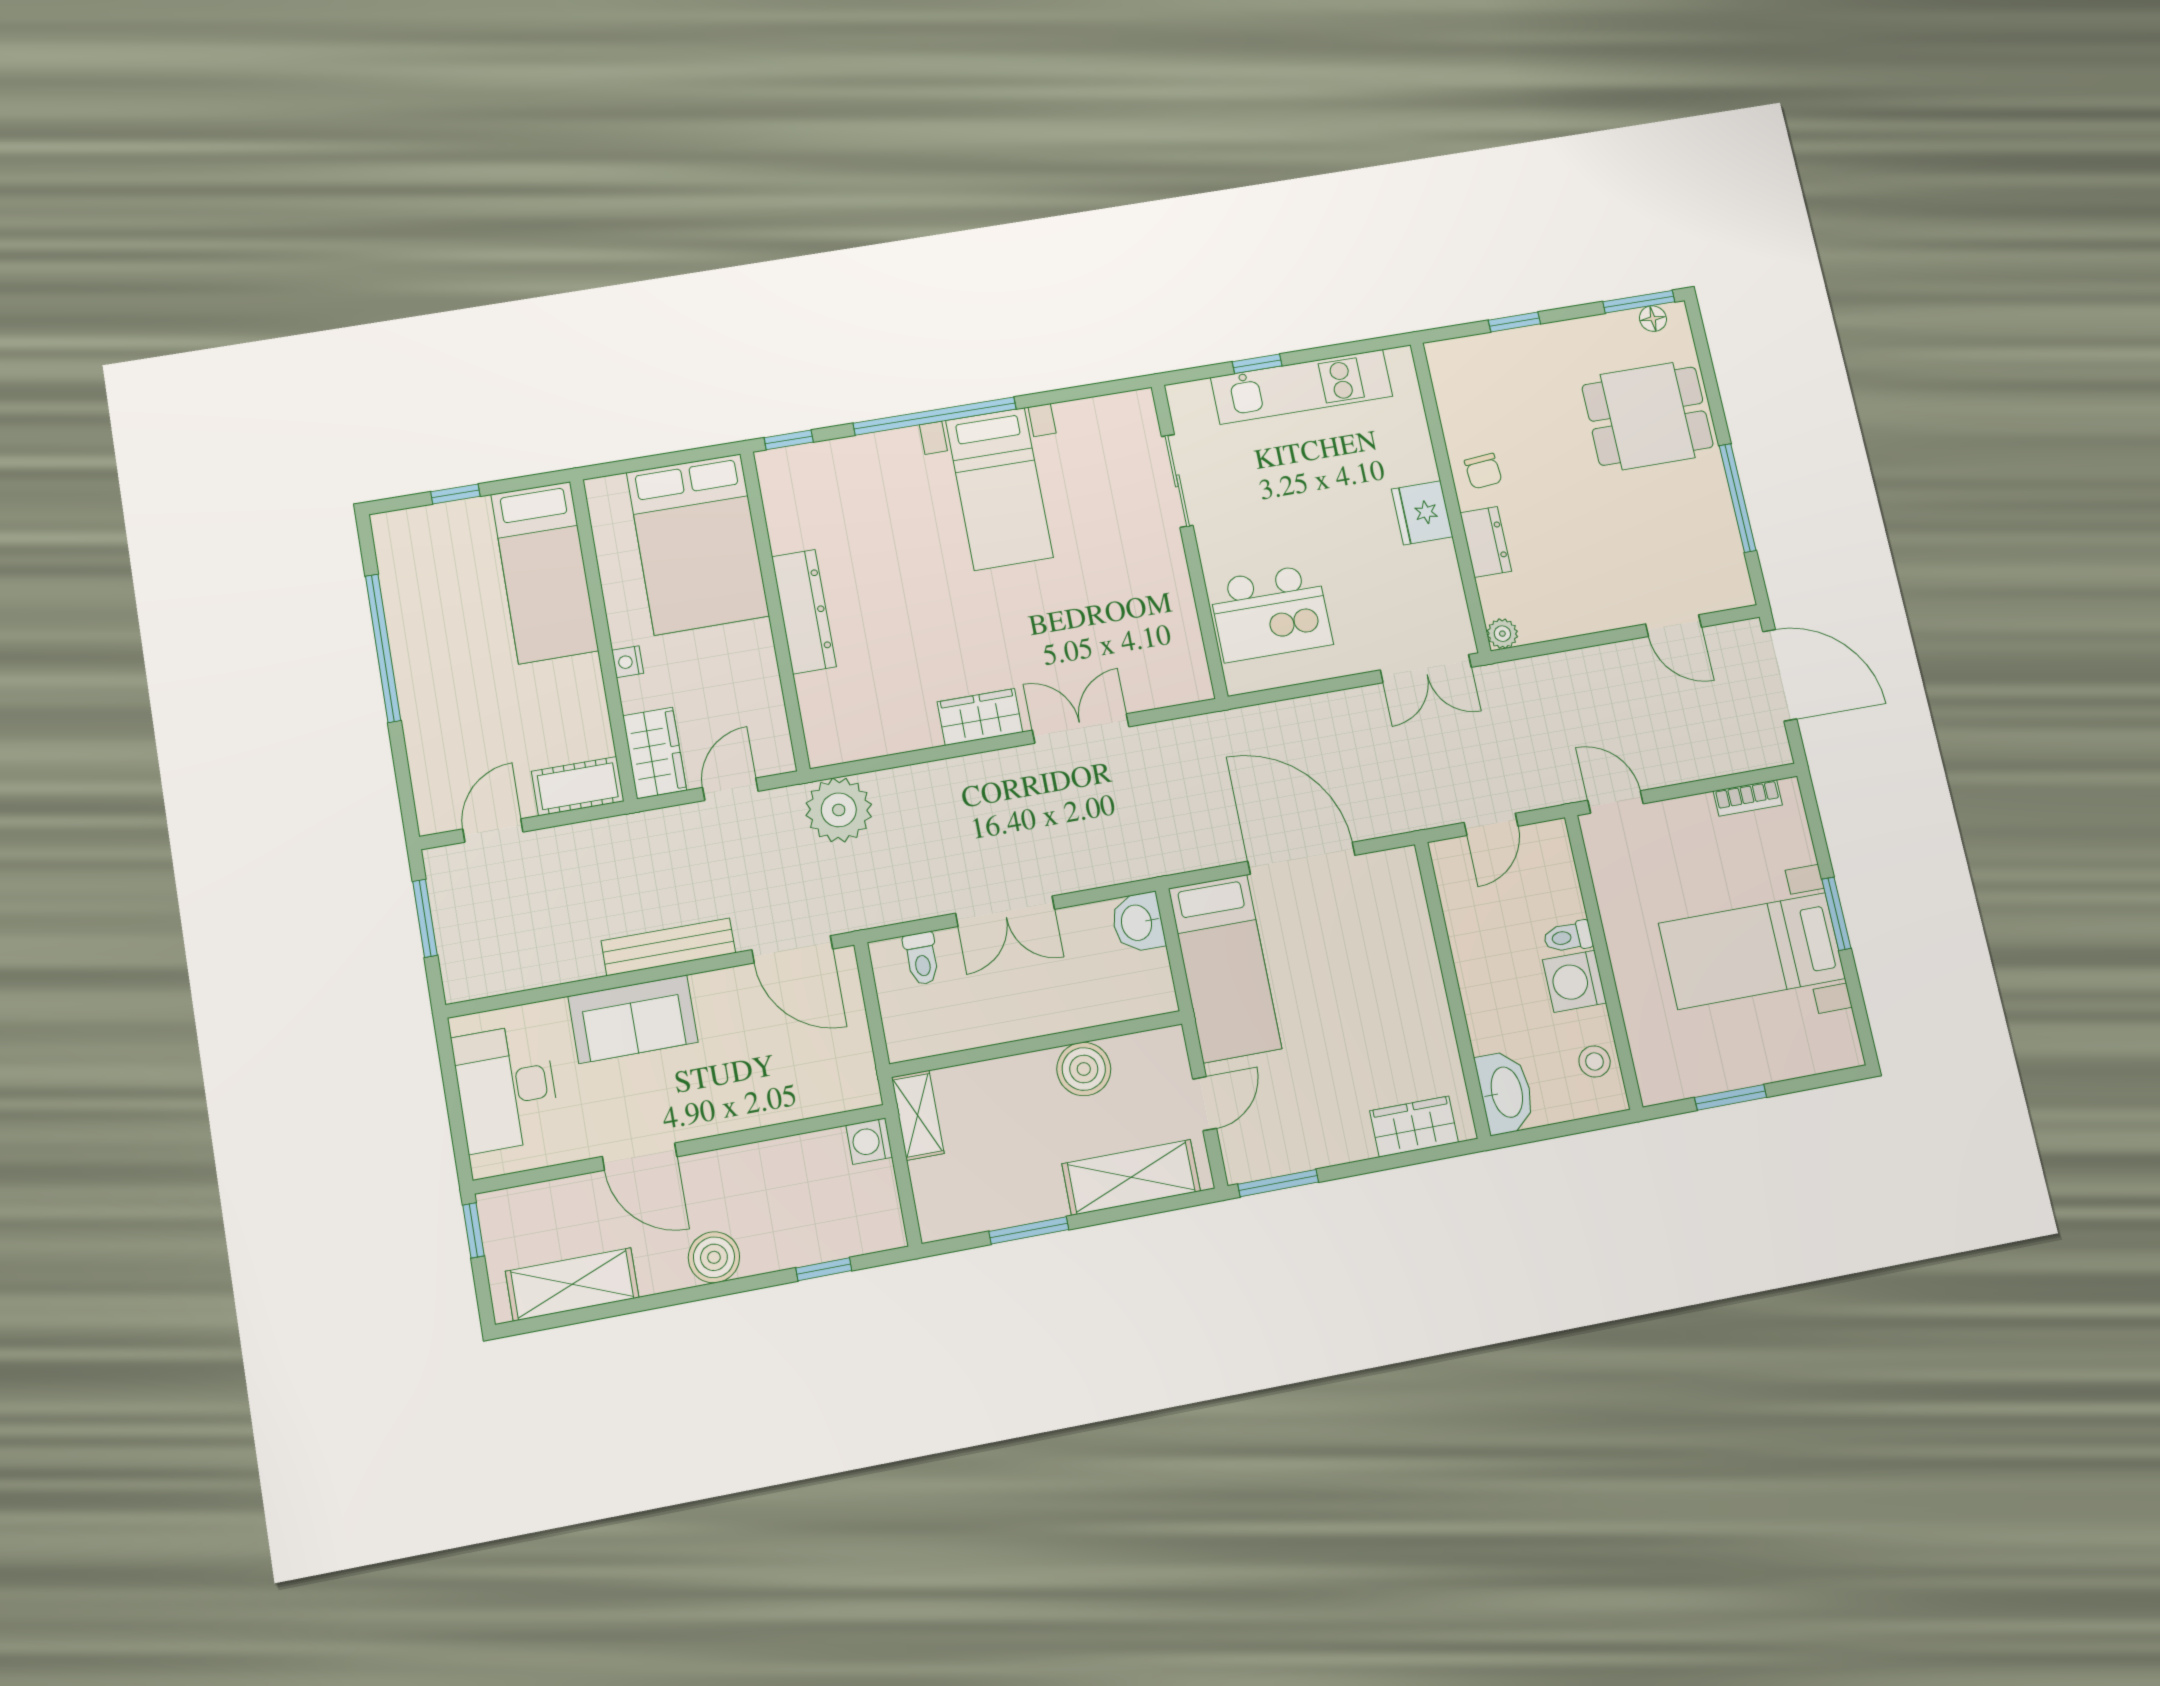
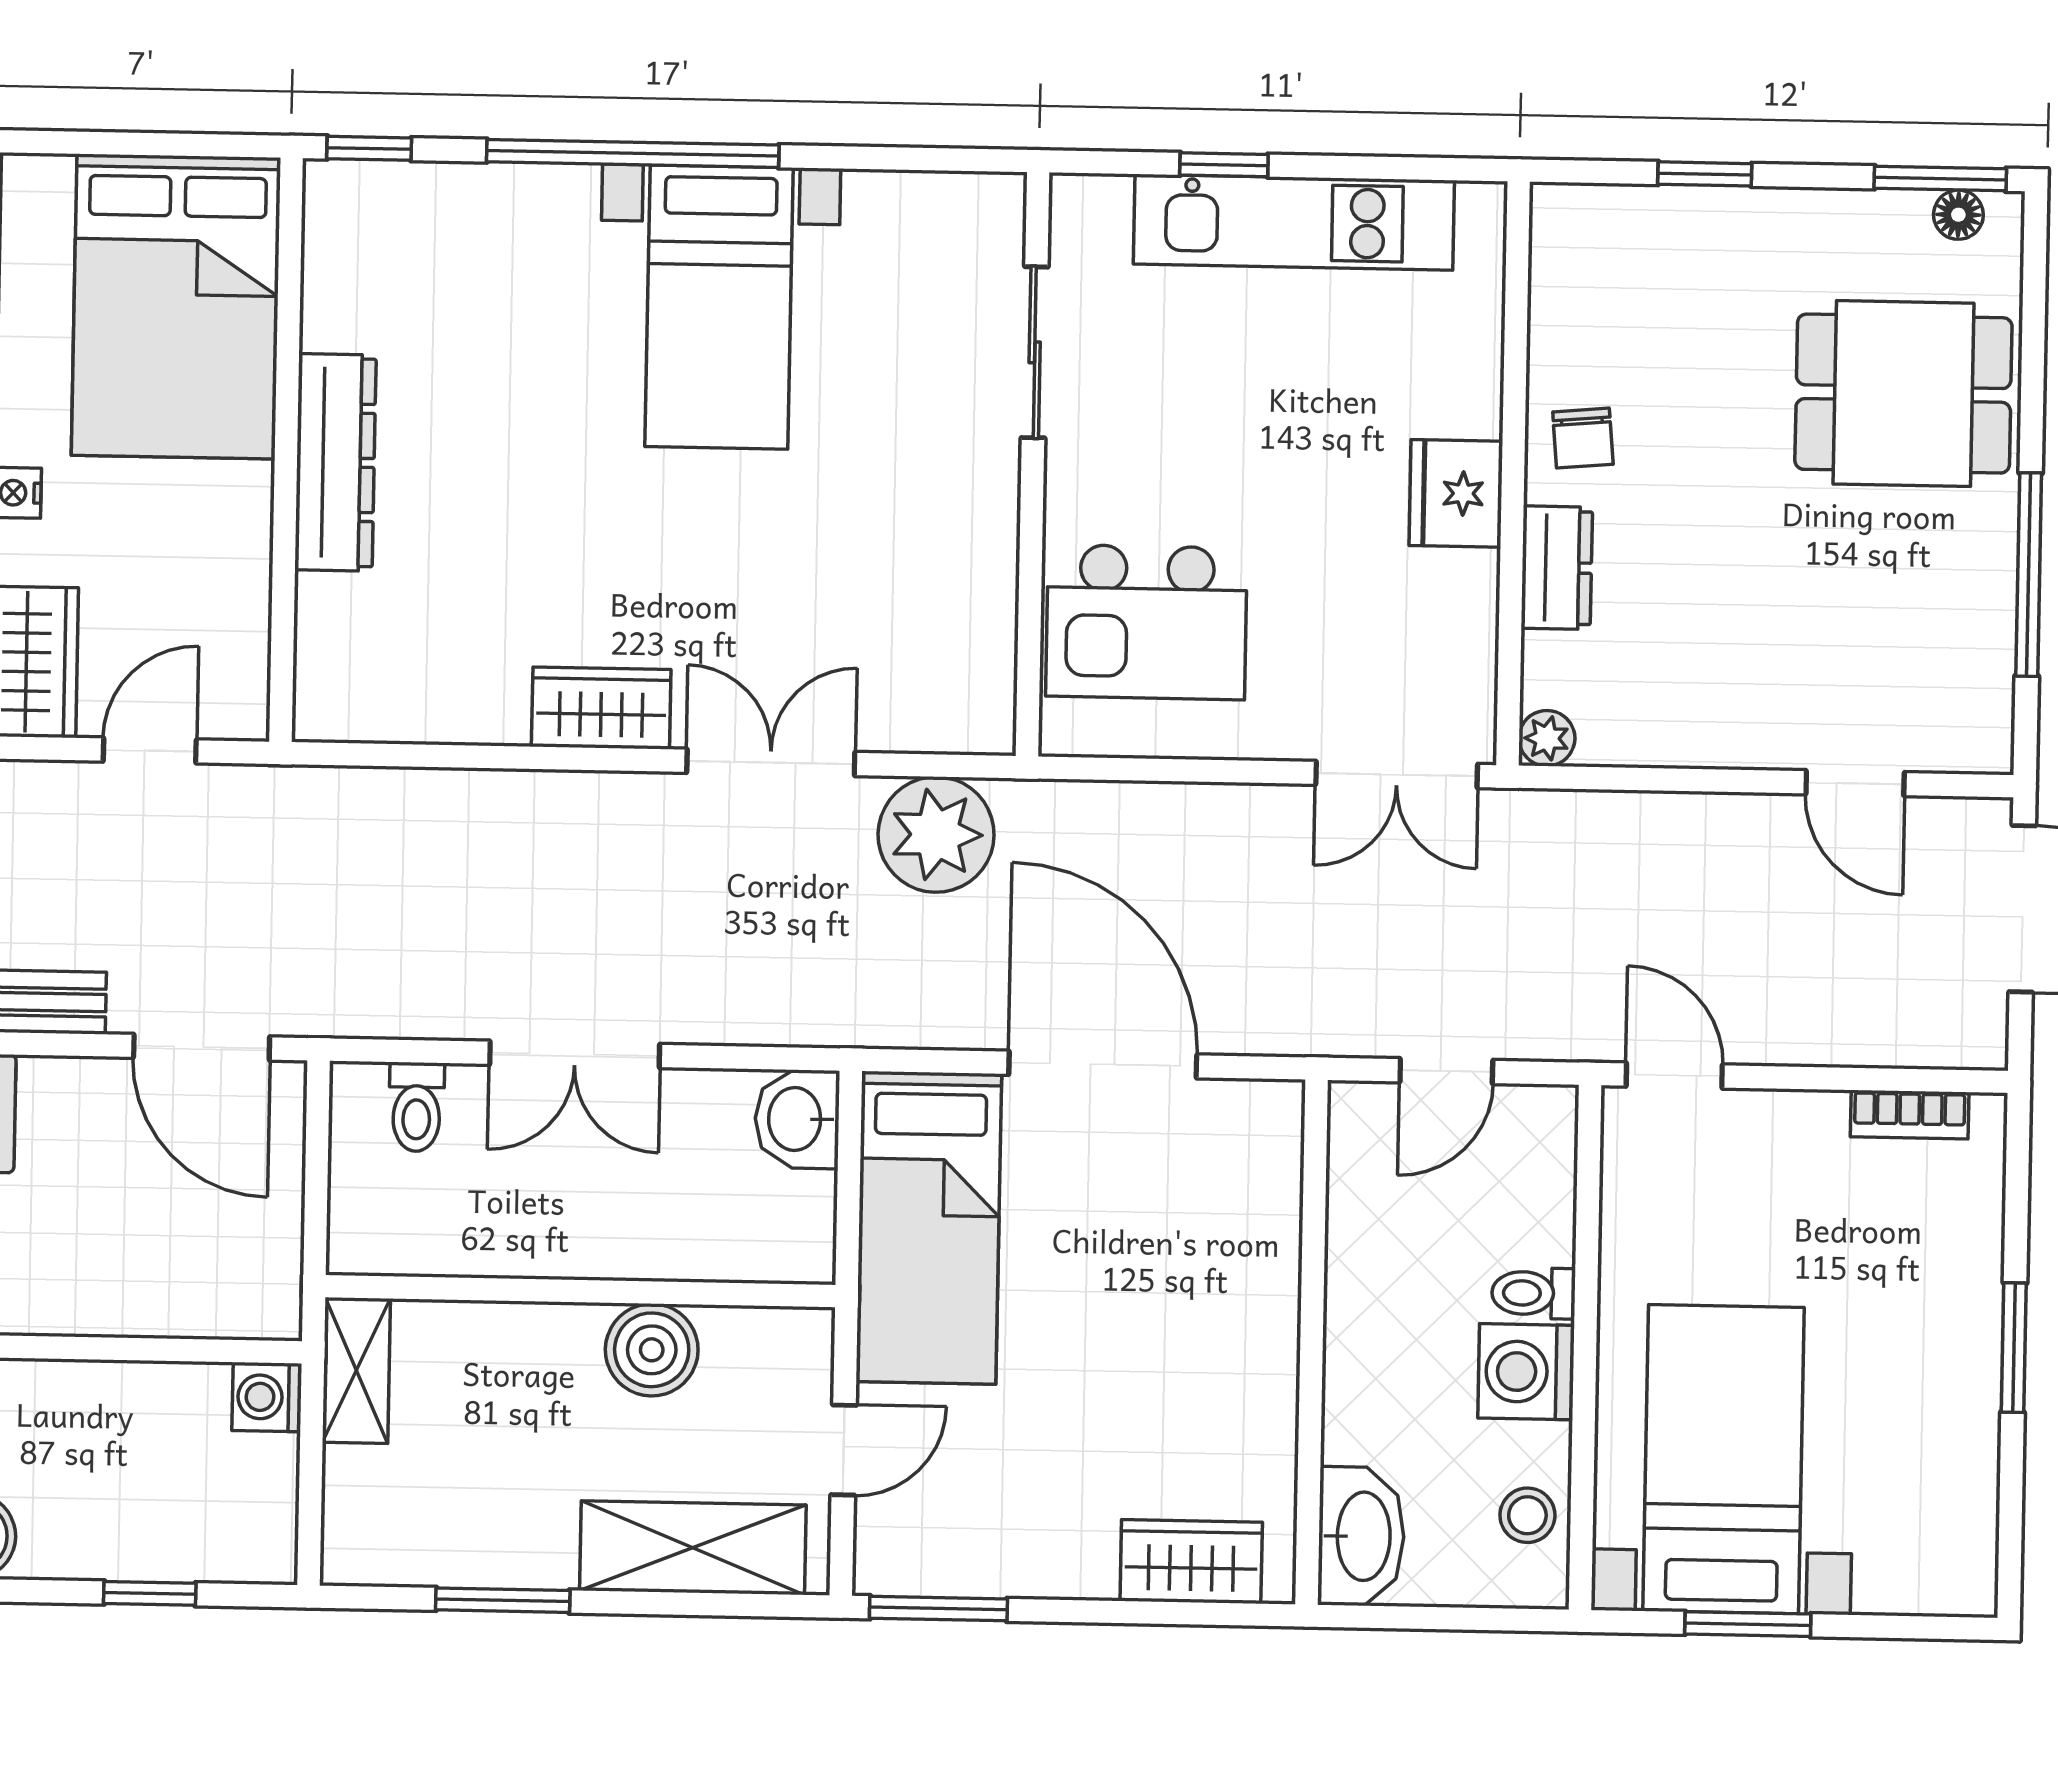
plant: (839, 810) -> (936, 835), moved
bed with nightstands: (1752, 951) -> (1724, 1459), moved, turned 90

